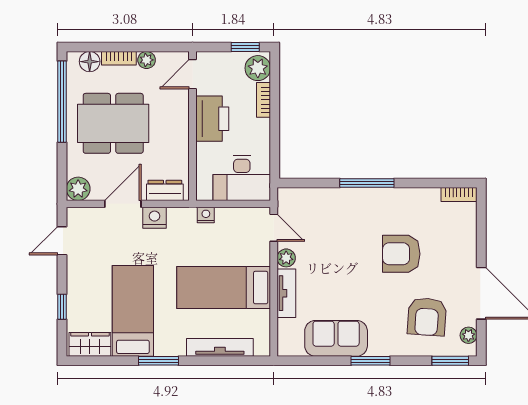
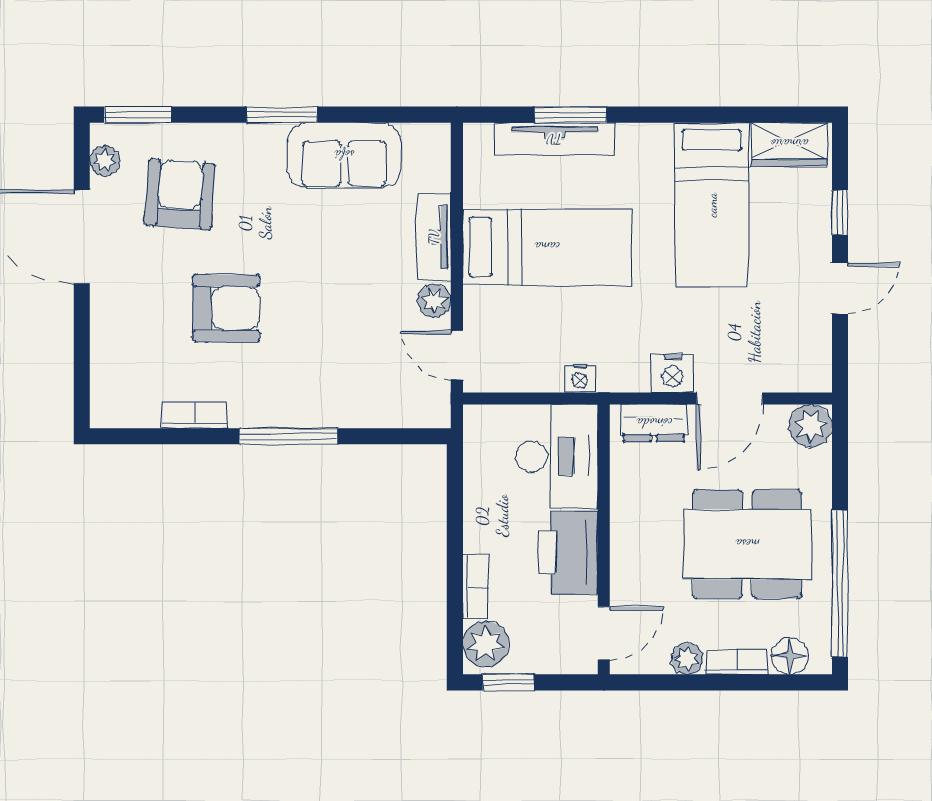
desk: (242, 178) -> (557, 456), moved, turned 90
bookcase: (459, 195) -> (195, 415), moved
door: (62, 241) -> (840, 288), moved
window: (159, 361) -> (571, 115), moved

